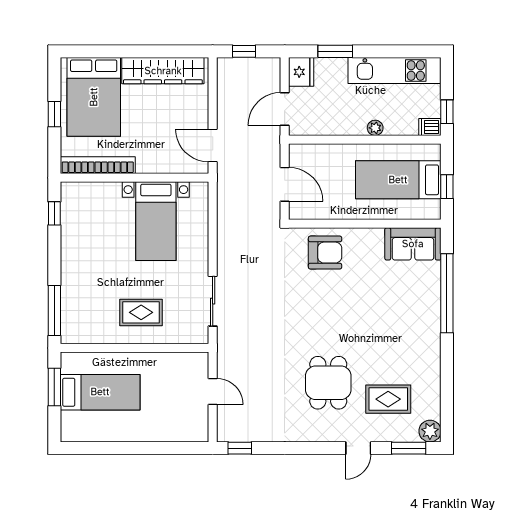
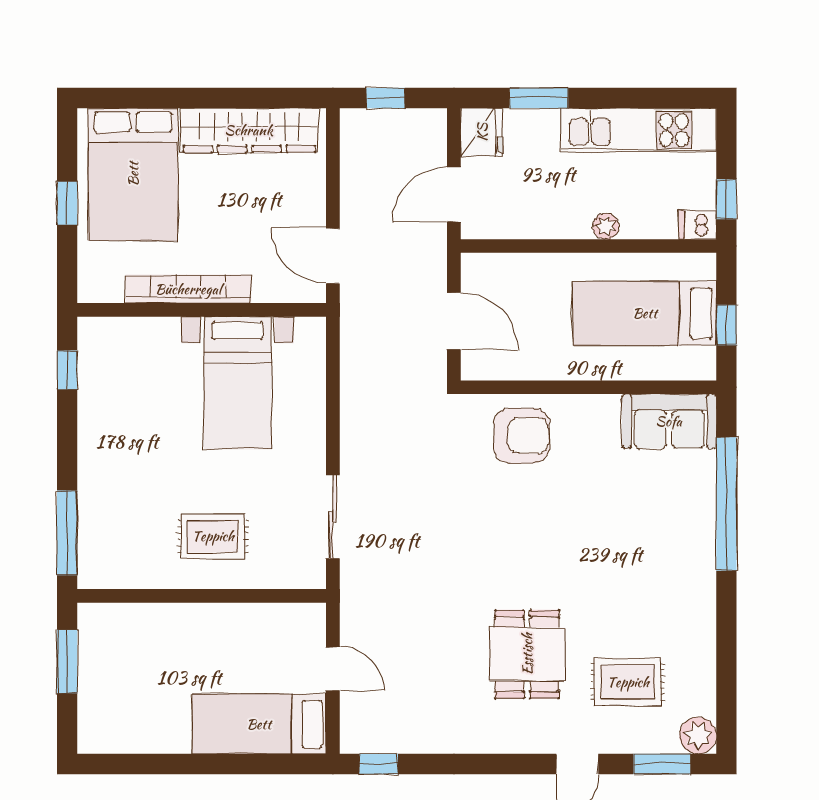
bookcase: (98, 165) -> (188, 289), moved
bed: (100, 392) -> (259, 724), moved, turned 180

